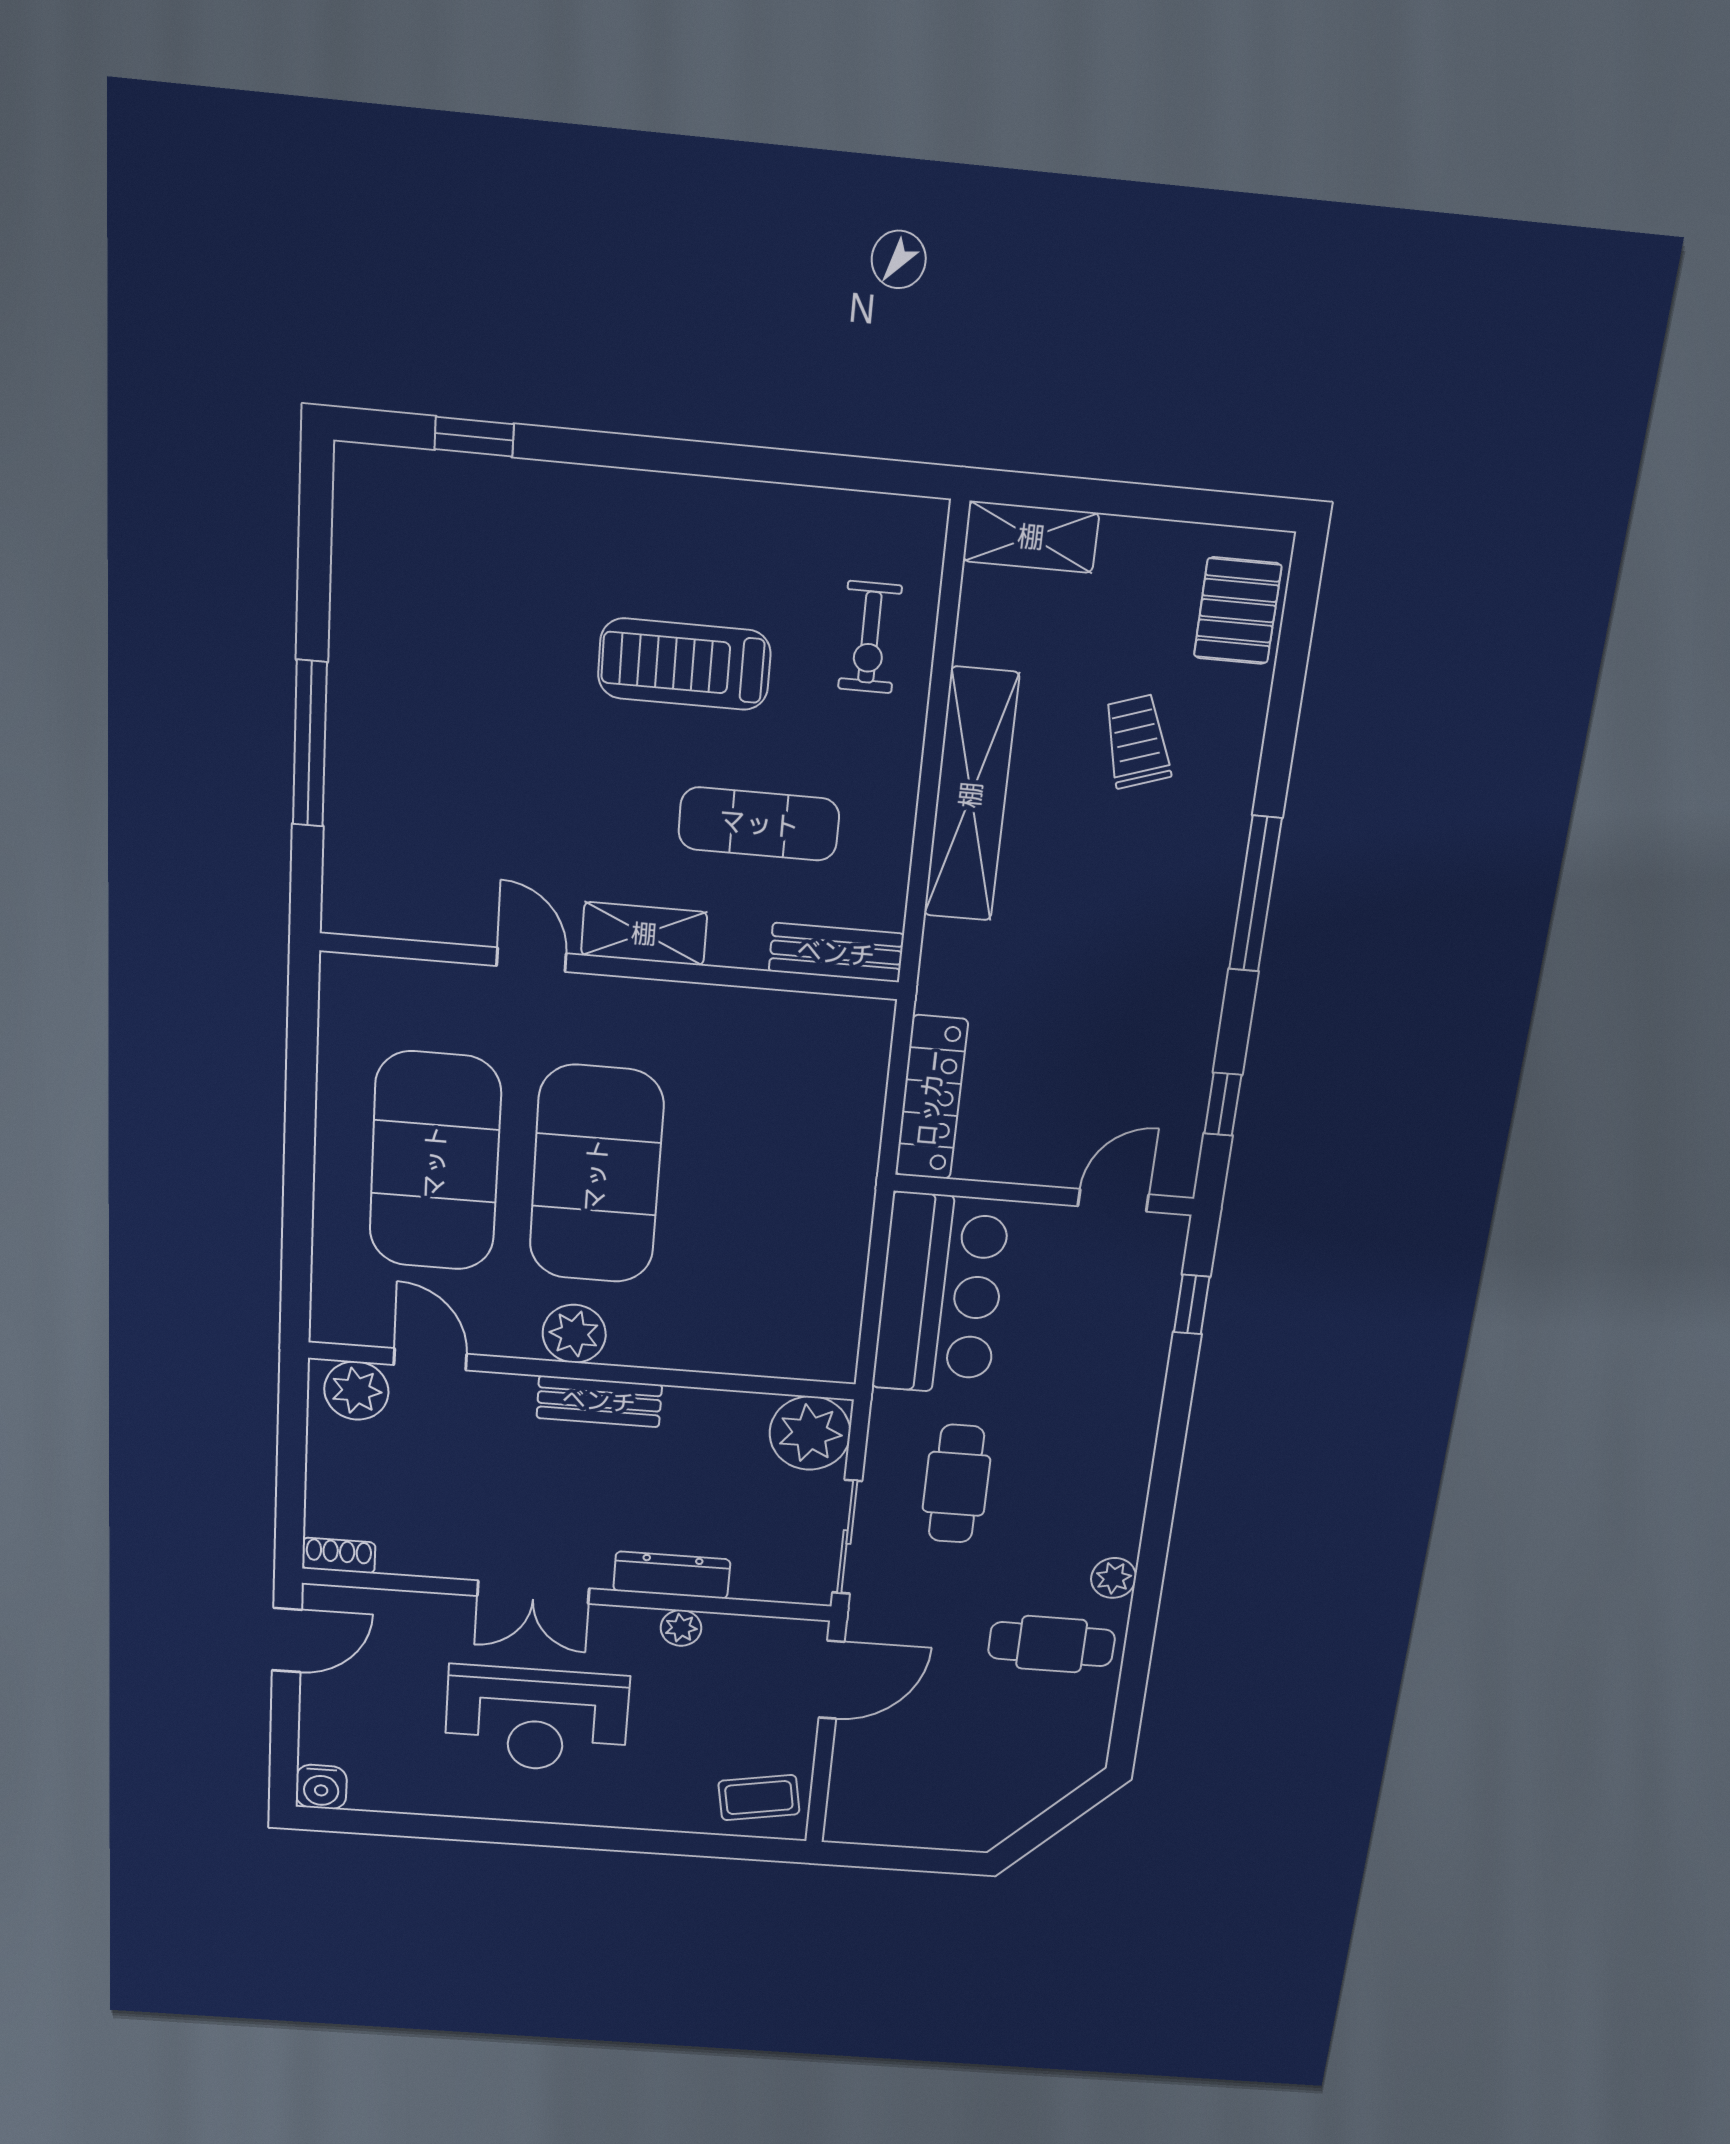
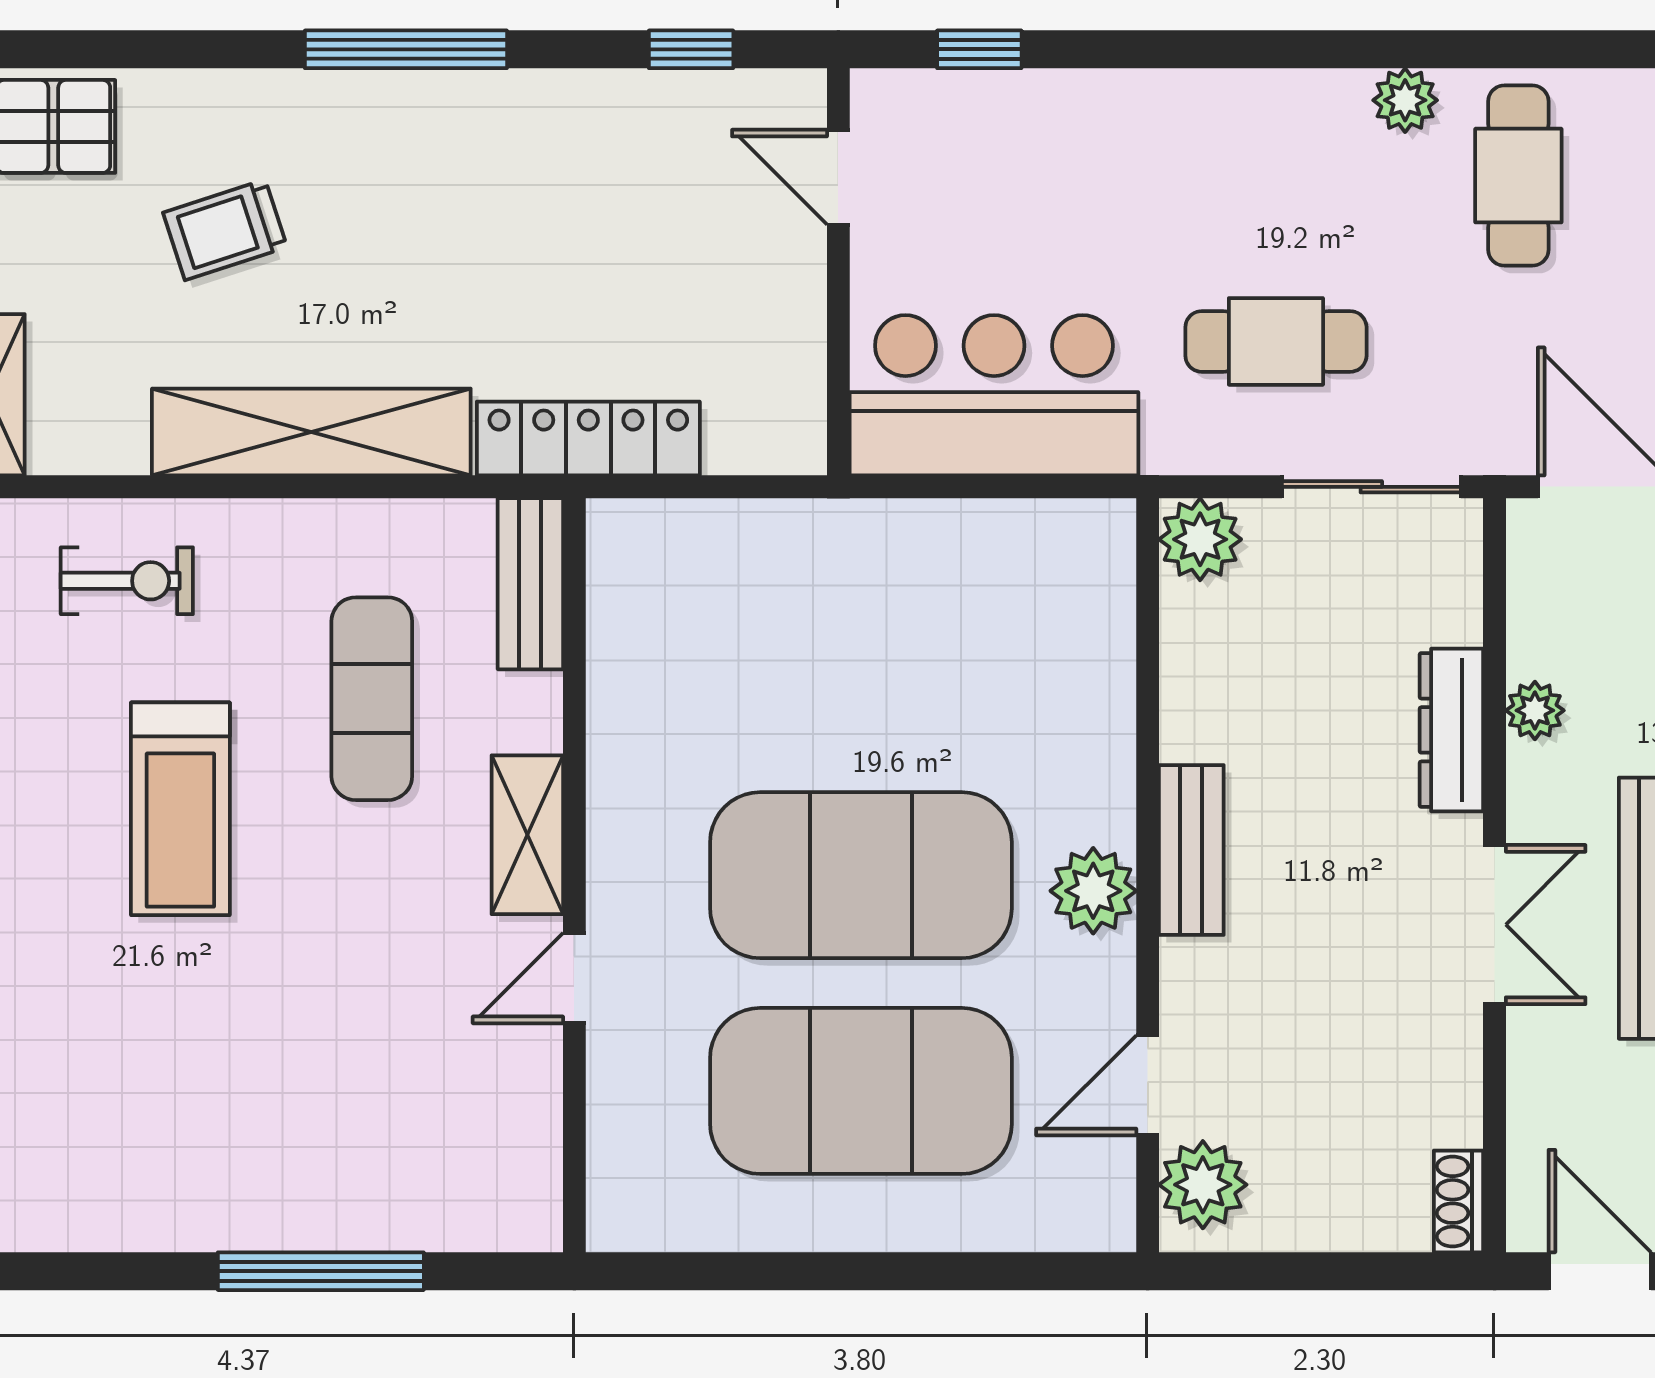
locker: (931, 1098) -> (588, 439), moved
plant: (810, 1433) -> (1200, 539), width x0.73, depth x0.73

